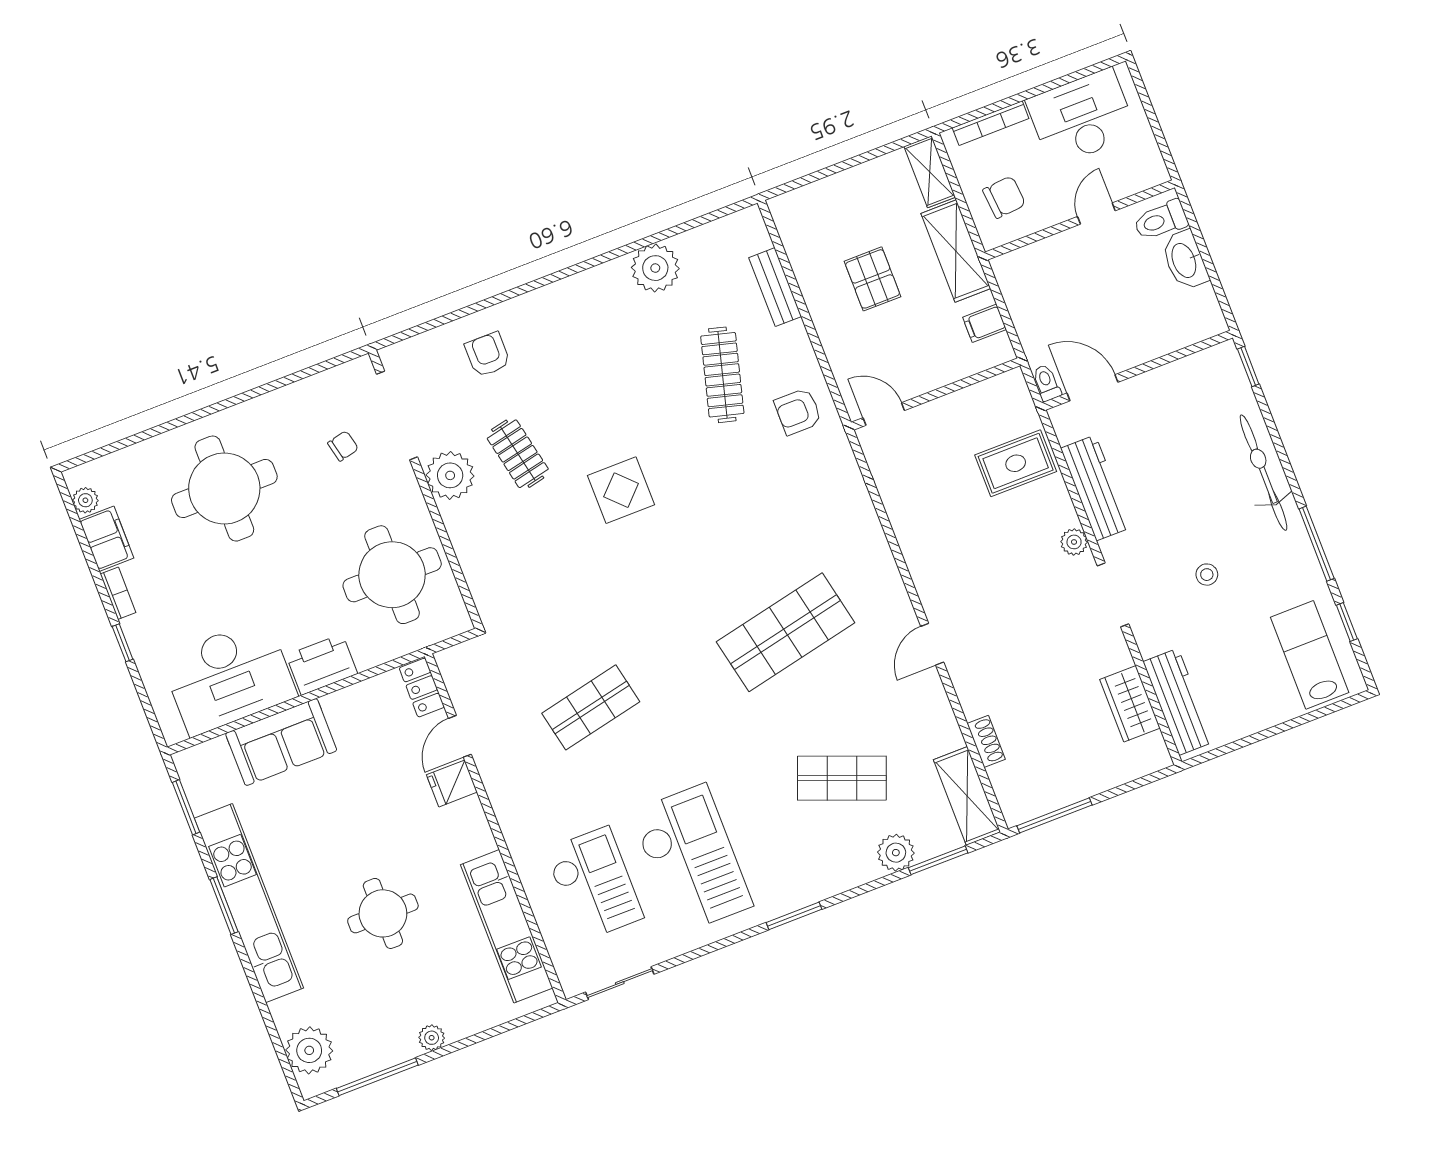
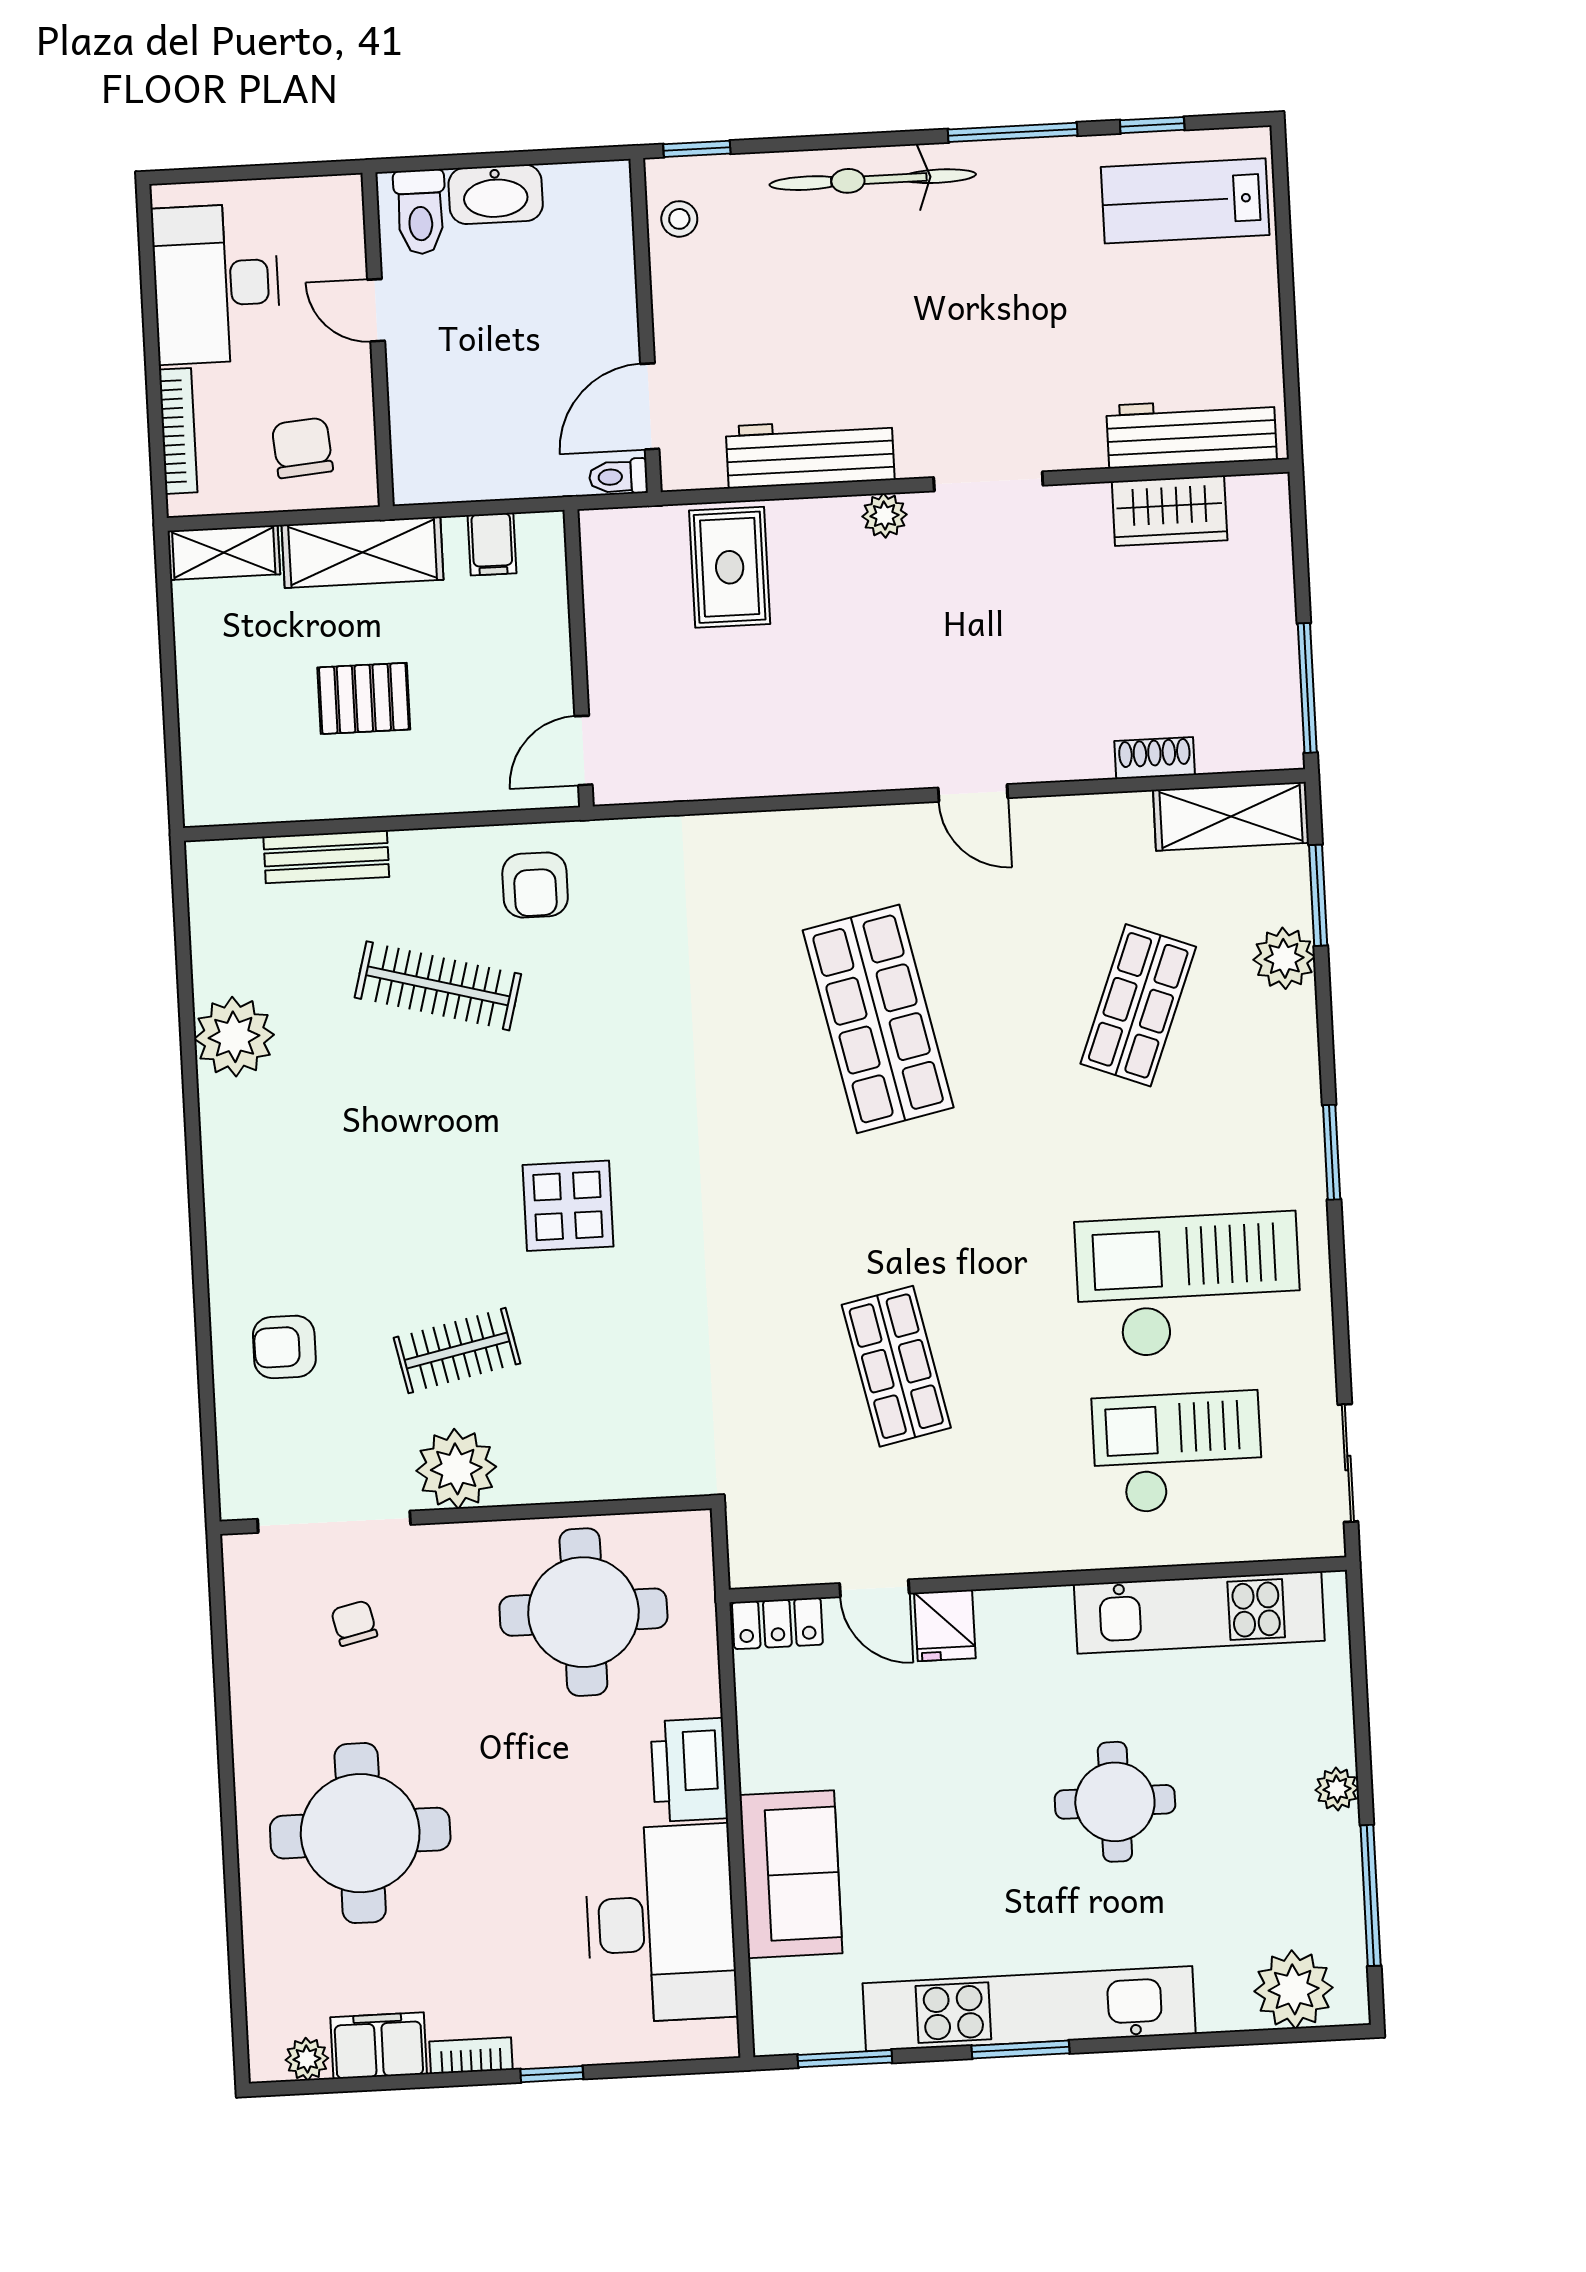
stool: (1207, 575) -> (679, 219), moved

